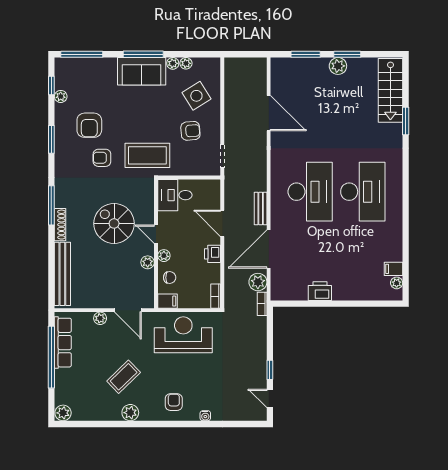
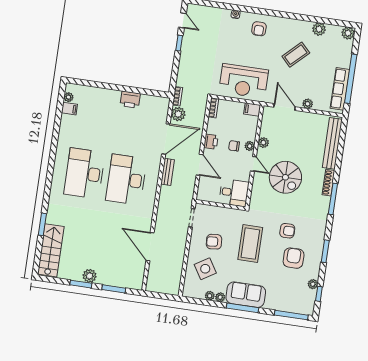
coffee table: (147, 155) -> (250, 244), moved, turned 90
chair: (170, 278) -> (234, 146), moved
plant: (130, 413) -> (319, 29), moved

